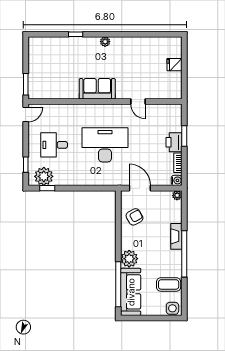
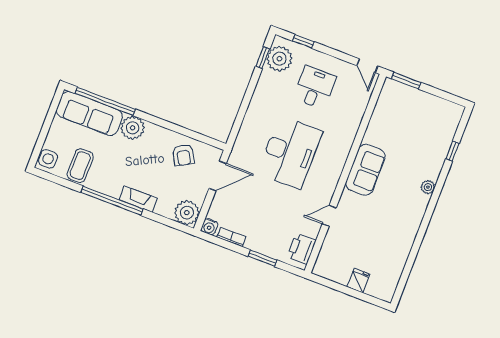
window: (76, 34) -> (452, 151), moved
plant: (105, 42) -> (428, 187), moved
printer: (174, 142) -> (302, 249), moved, turned -90
plant: (177, 195) -> (187, 213), width x1.87, depth x1.87

